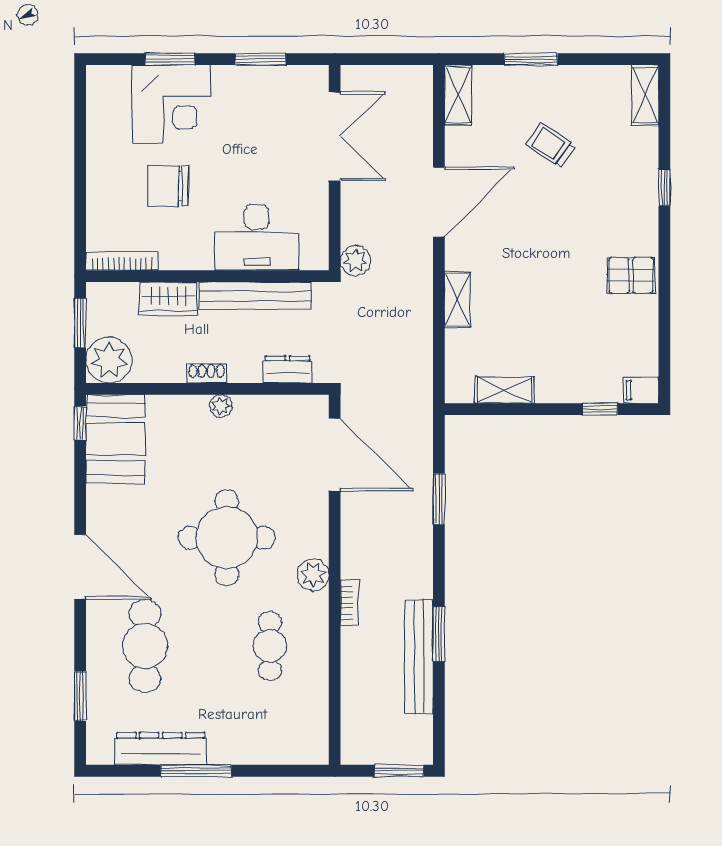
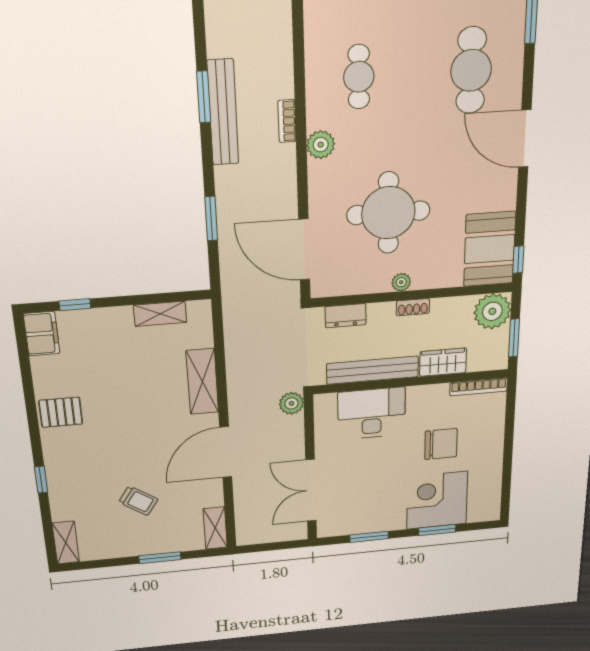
shelving: (457, 300) -> (202, 382), width x1.50, depth x1.33
filing cabinet: (641, 390) -> (42, 334), width x2.00
round table: (227, 538) -> (388, 213), moved
bench: (419, 657) -> (223, 112), moved

